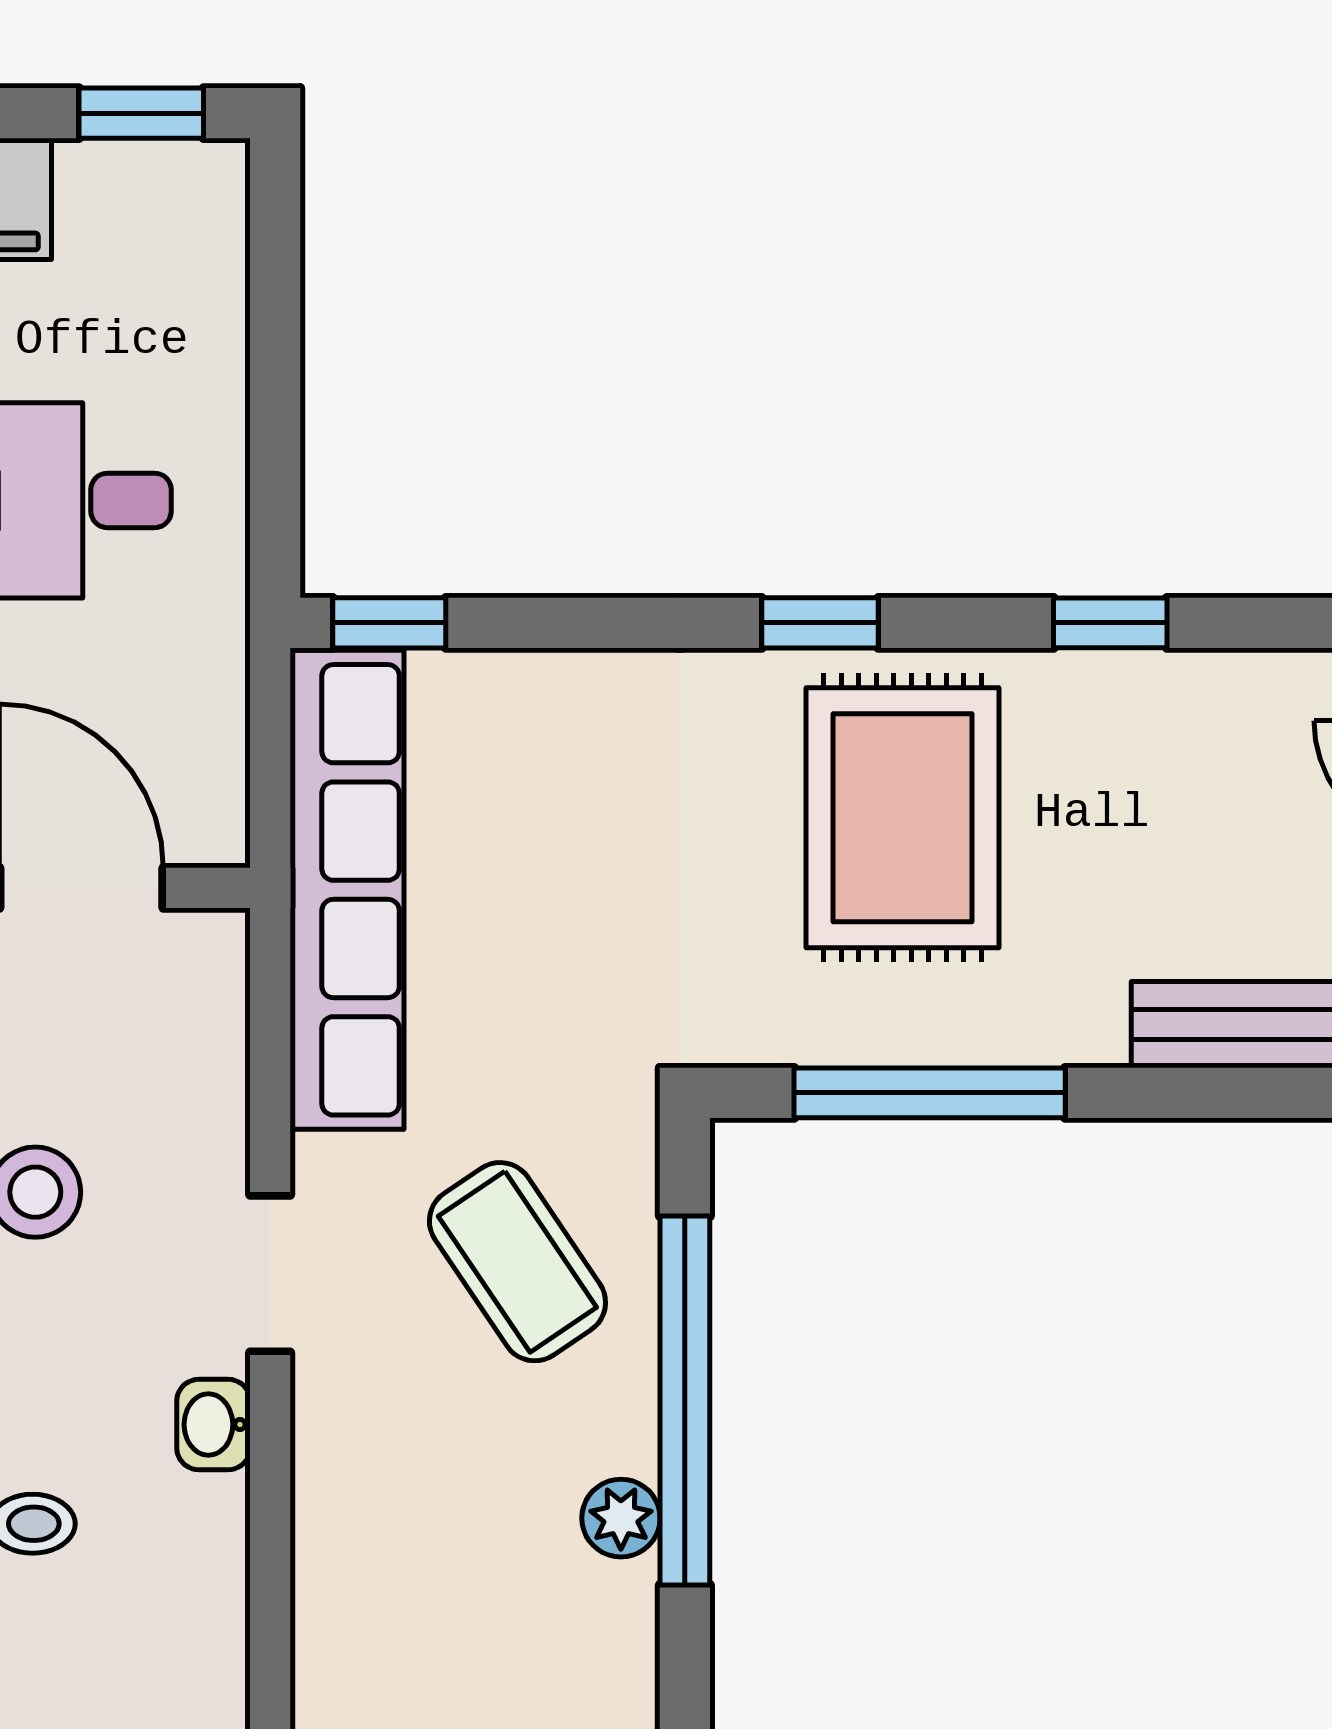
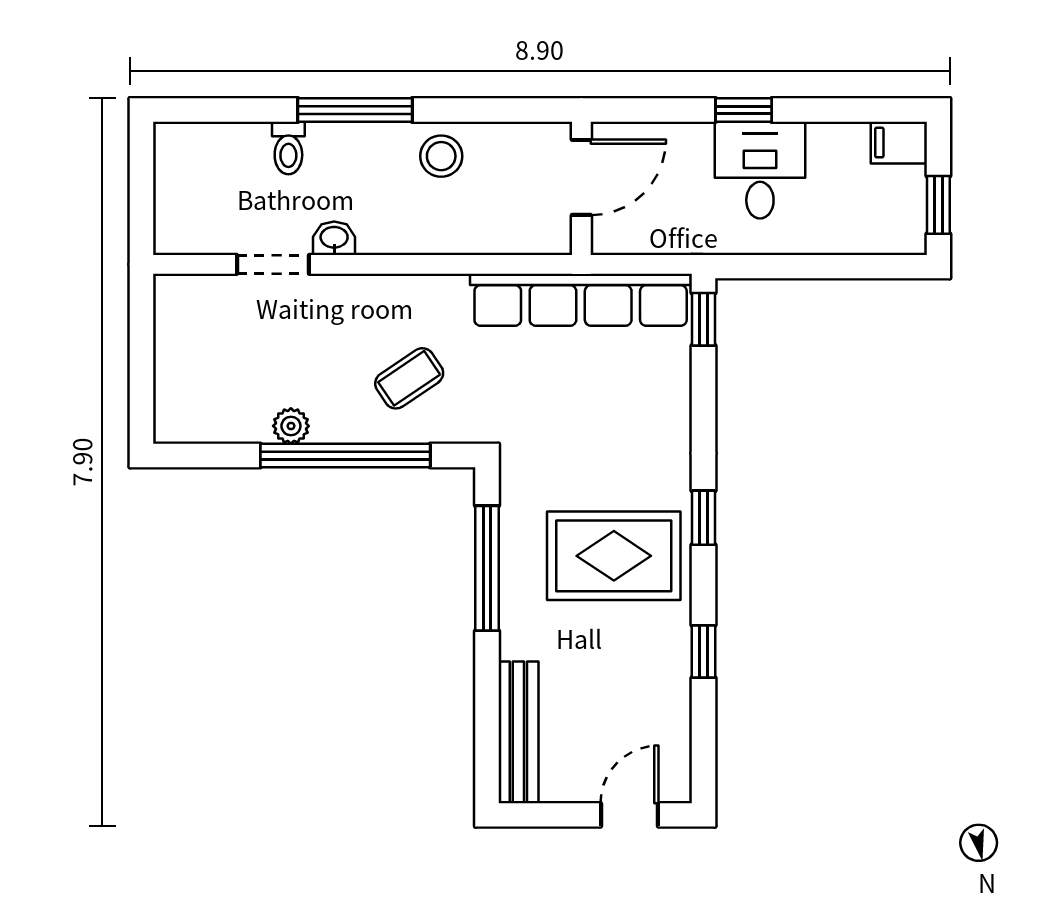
coffee table: (517, 1262) -> (409, 378), width x0.73, depth x0.77
doorway: (270, 1274) -> (273, 264), moved

